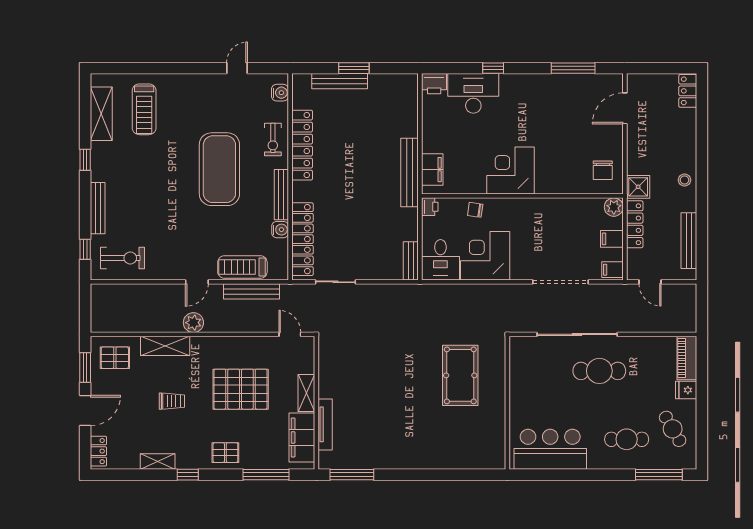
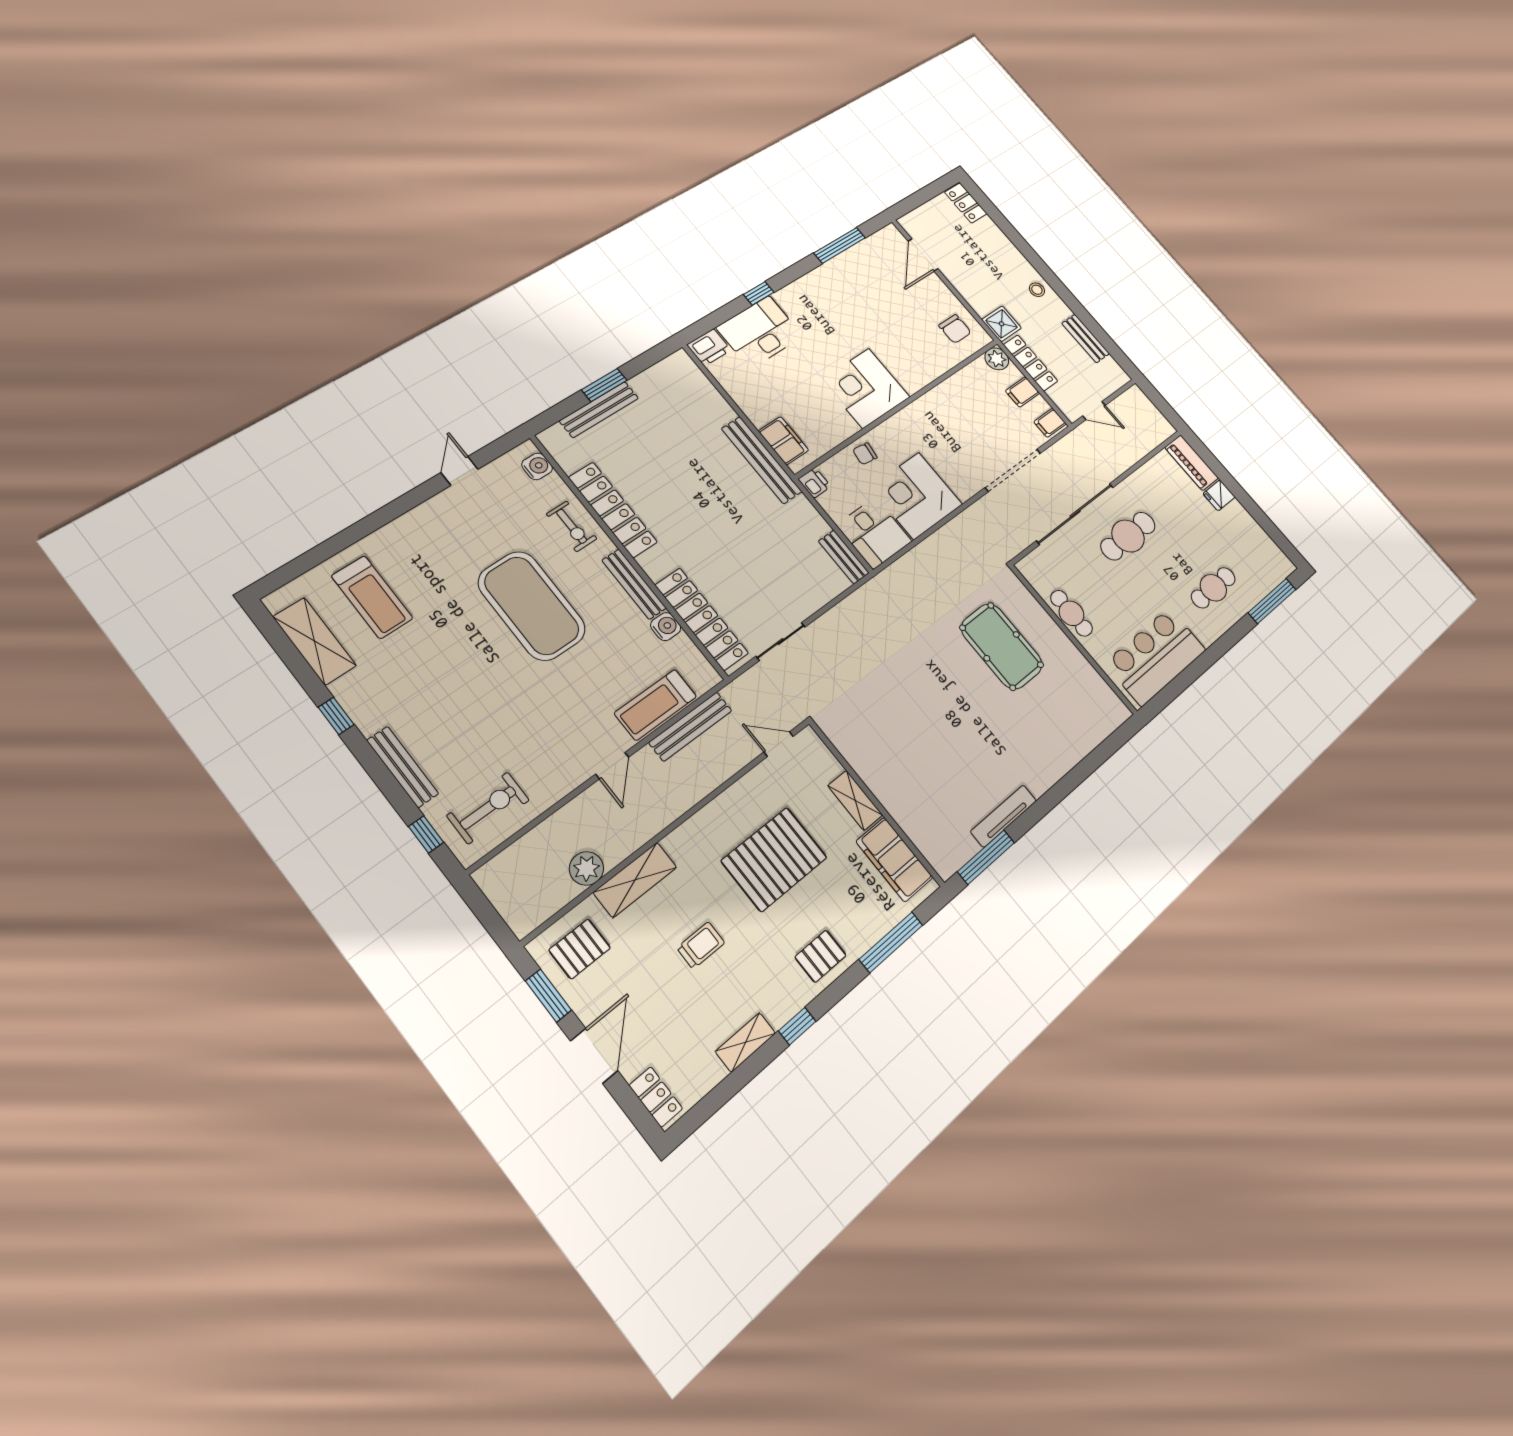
bench: (689, 241) -> (1086, 338), width x0.73
plant: (193, 323) -> (587, 868), moved
tv unit: (325, 424) -> (1004, 816), moved, turned -90
cafe table: (673, 429) -> (1071, 613), moved, turned 30

